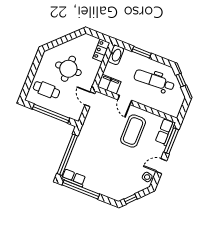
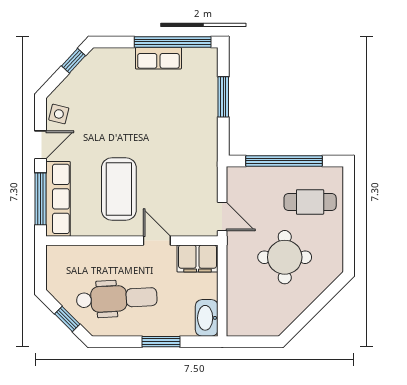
locker: (101, 50) -> (237, 315), removed
row of seats: (165, 132) -> (58, 199), width x1.48
window: (67, 155) -> (223, 97), width x0.47
row of seats: (73, 178) -> (158, 58), moved

